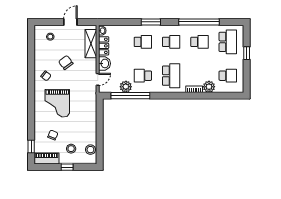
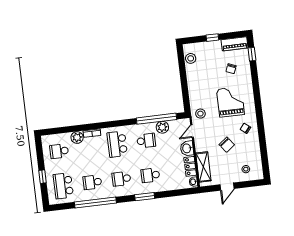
stool: (71, 149) -> (200, 114), moved

